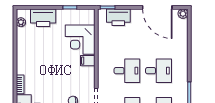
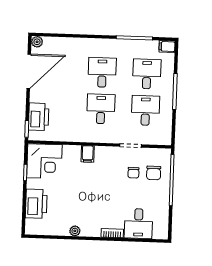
plant: (21, 22) -> (75, 231), moved
corner desk: (80, 40) -> (44, 161), moved

